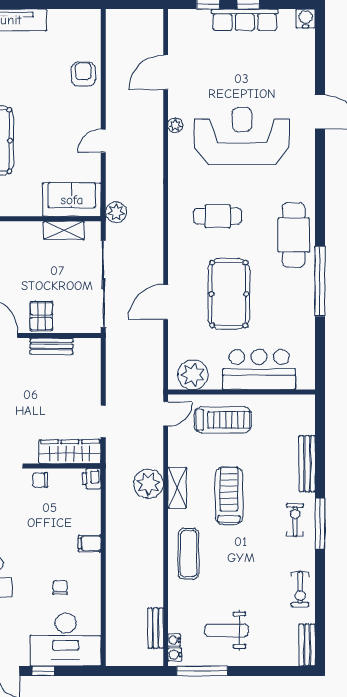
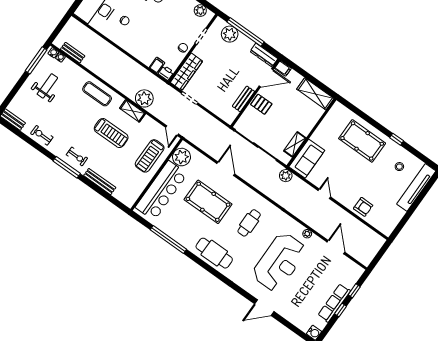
window: (320, 281) -> (168, 240), moved
bar counter: (259, 369) -> (161, 191), width x1.36
filing cabinet: (90, 543) -> (157, 65), moved

